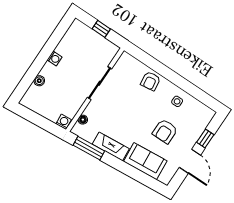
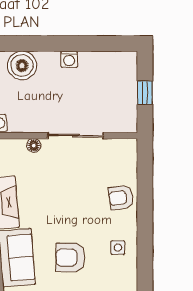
boiler: (39, 81) -> (22, 65), width x1.86, depth x1.86
floor lamp: (83, 120) -> (34, 145), moved

